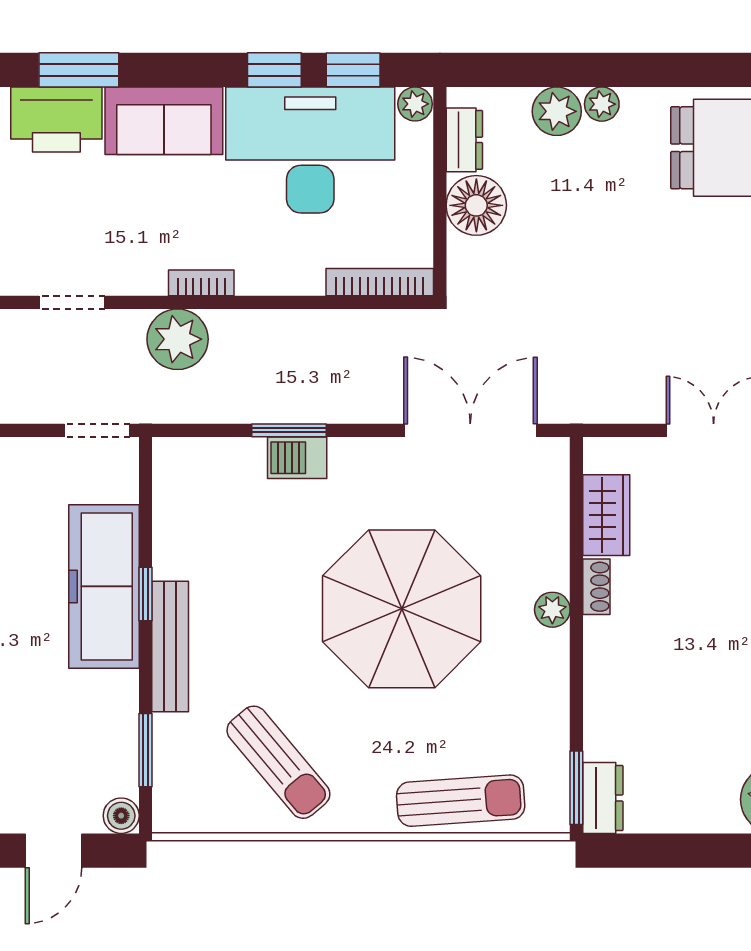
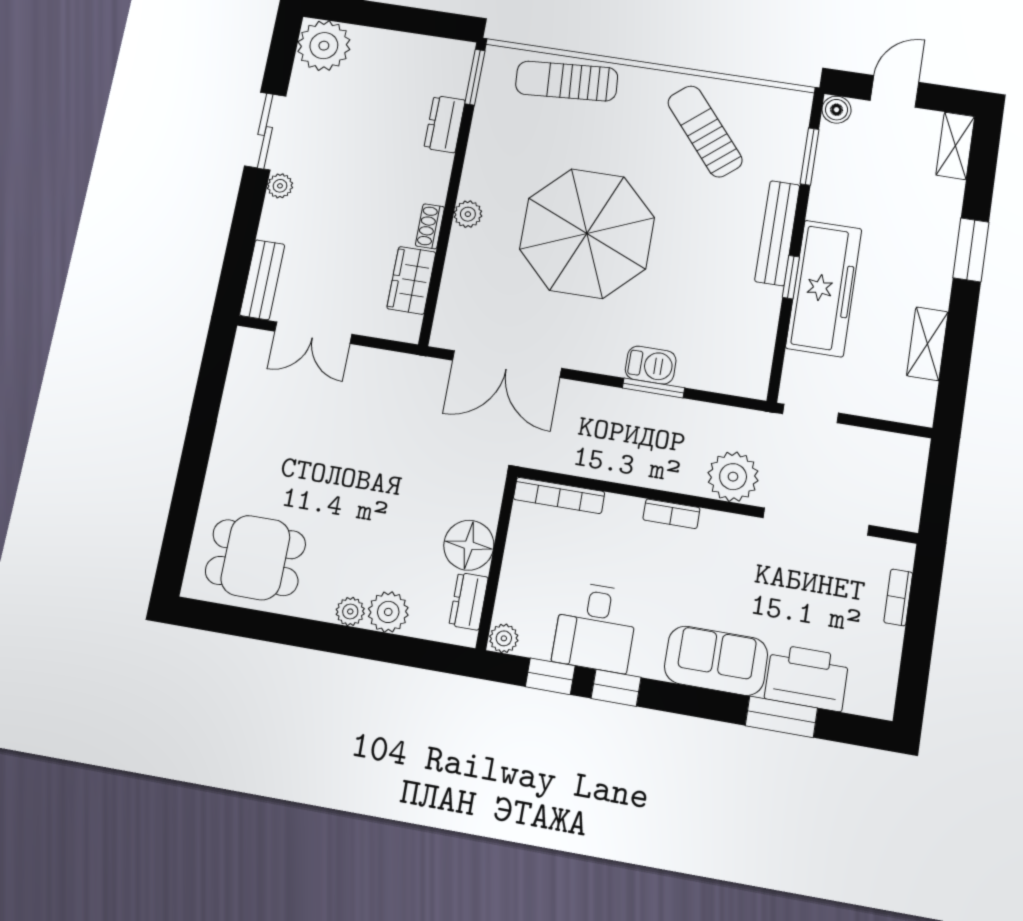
desk: (310, 150) -> (595, 627), width x0.53, depth x0.77
bookcase: (201, 283) -> (671, 514), moved
doorway: (72, 302) -> (816, 521), width x1.88
dresser: (603, 798) -> (445, 124), moved

